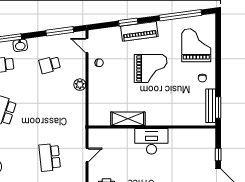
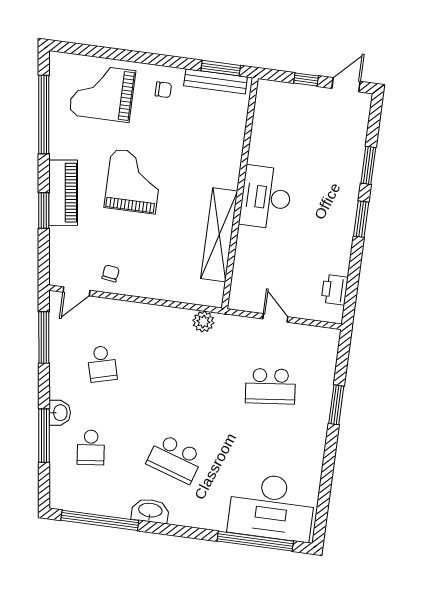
plant: (80, 85) -> (203, 322), moved
shelving: (128, 119) -> (219, 235), width x1.47

